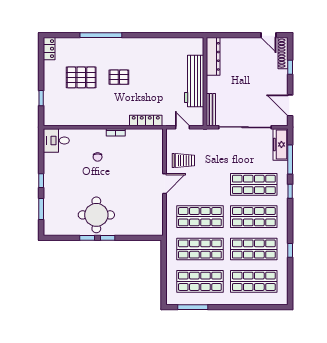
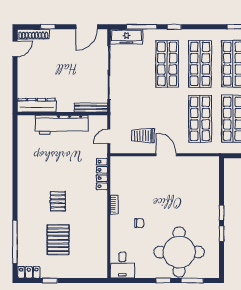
window: (101, 35) -> (15, 242), moved
window: (41, 98) -> (50, 280), moved
trolley: (183, 161) -> (143, 136), turned -90
round table: (96, 215) -> (179, 252), moved, width x1.36, depth x1.36

